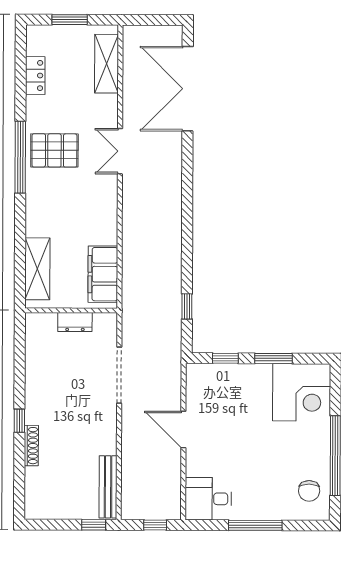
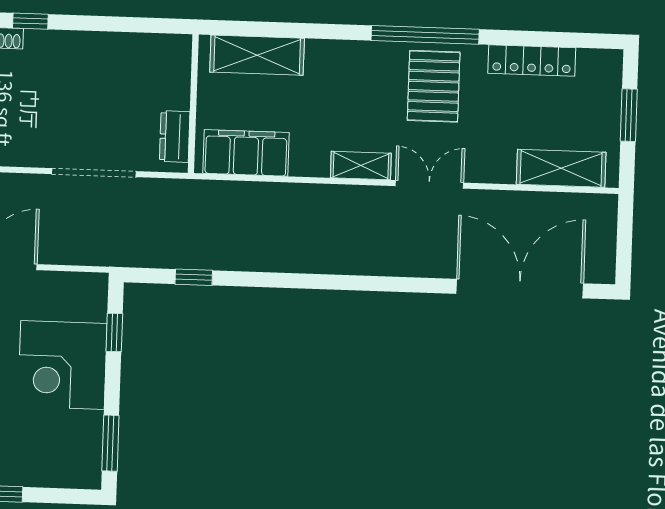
locker: (35, 75) -> (532, 61), width x1.53
shelving: (109, 197) -> (361, 166), added
dresser: (75, 322) -> (175, 137), moved
window: (273, 358) -> (110, 443), moved
corner desk: (302, 392) -> (62, 365), moved

